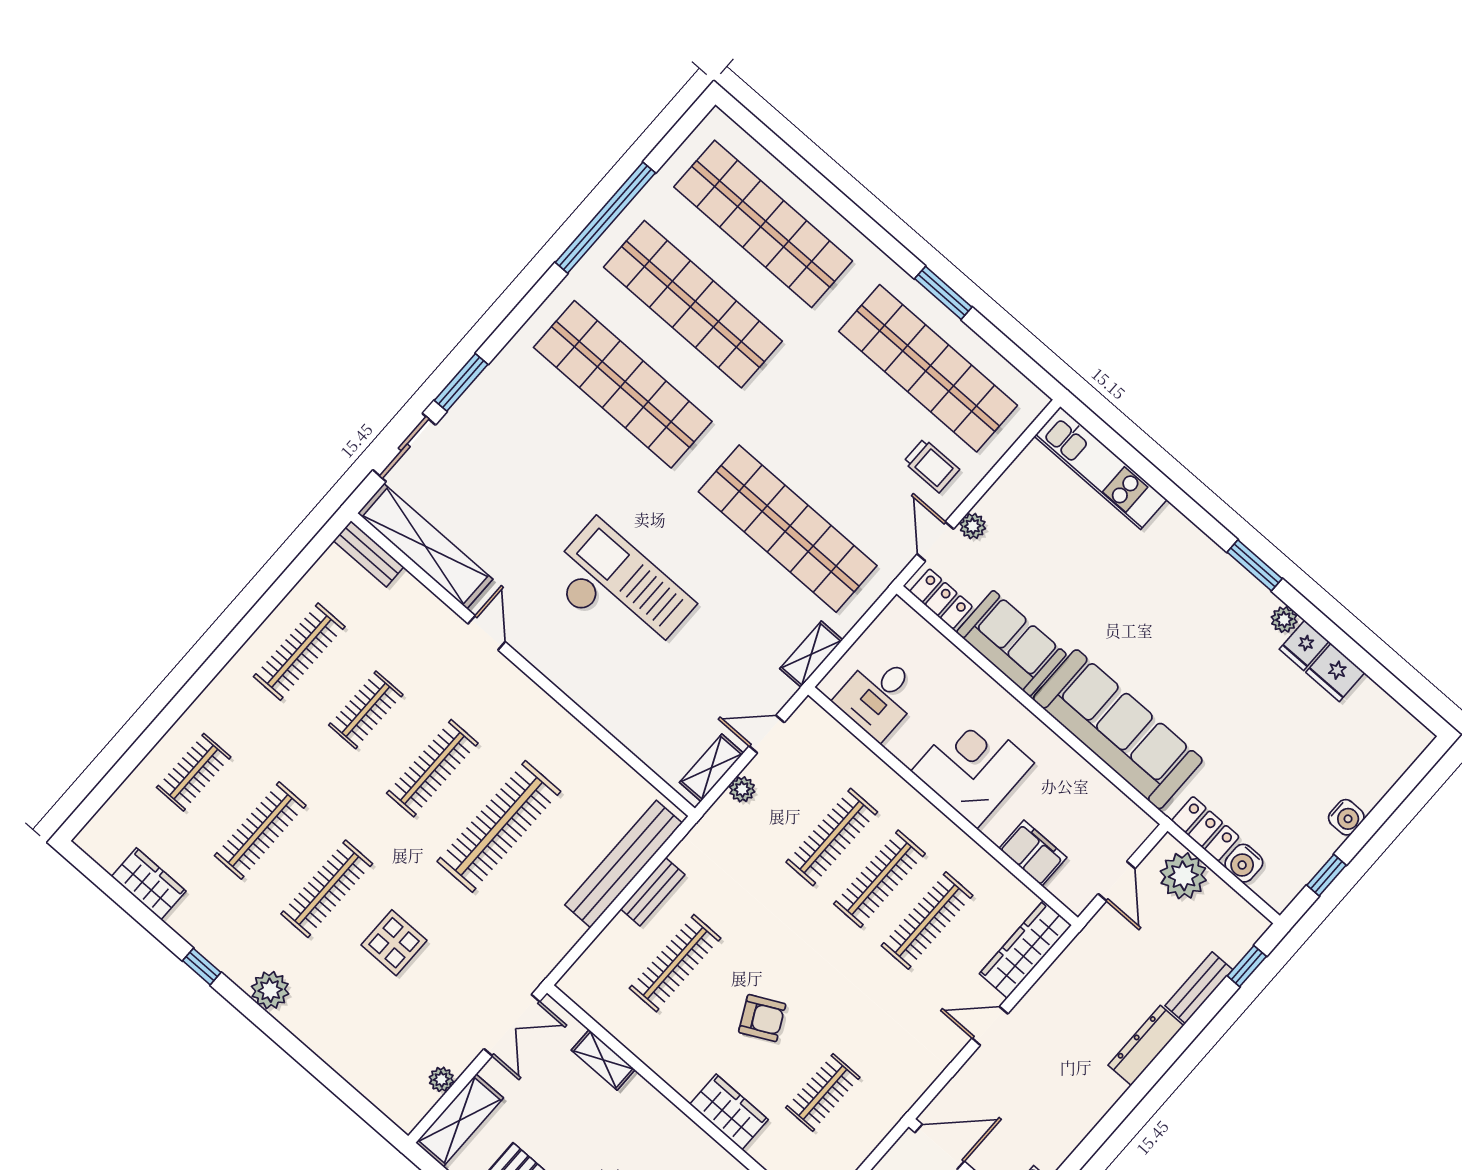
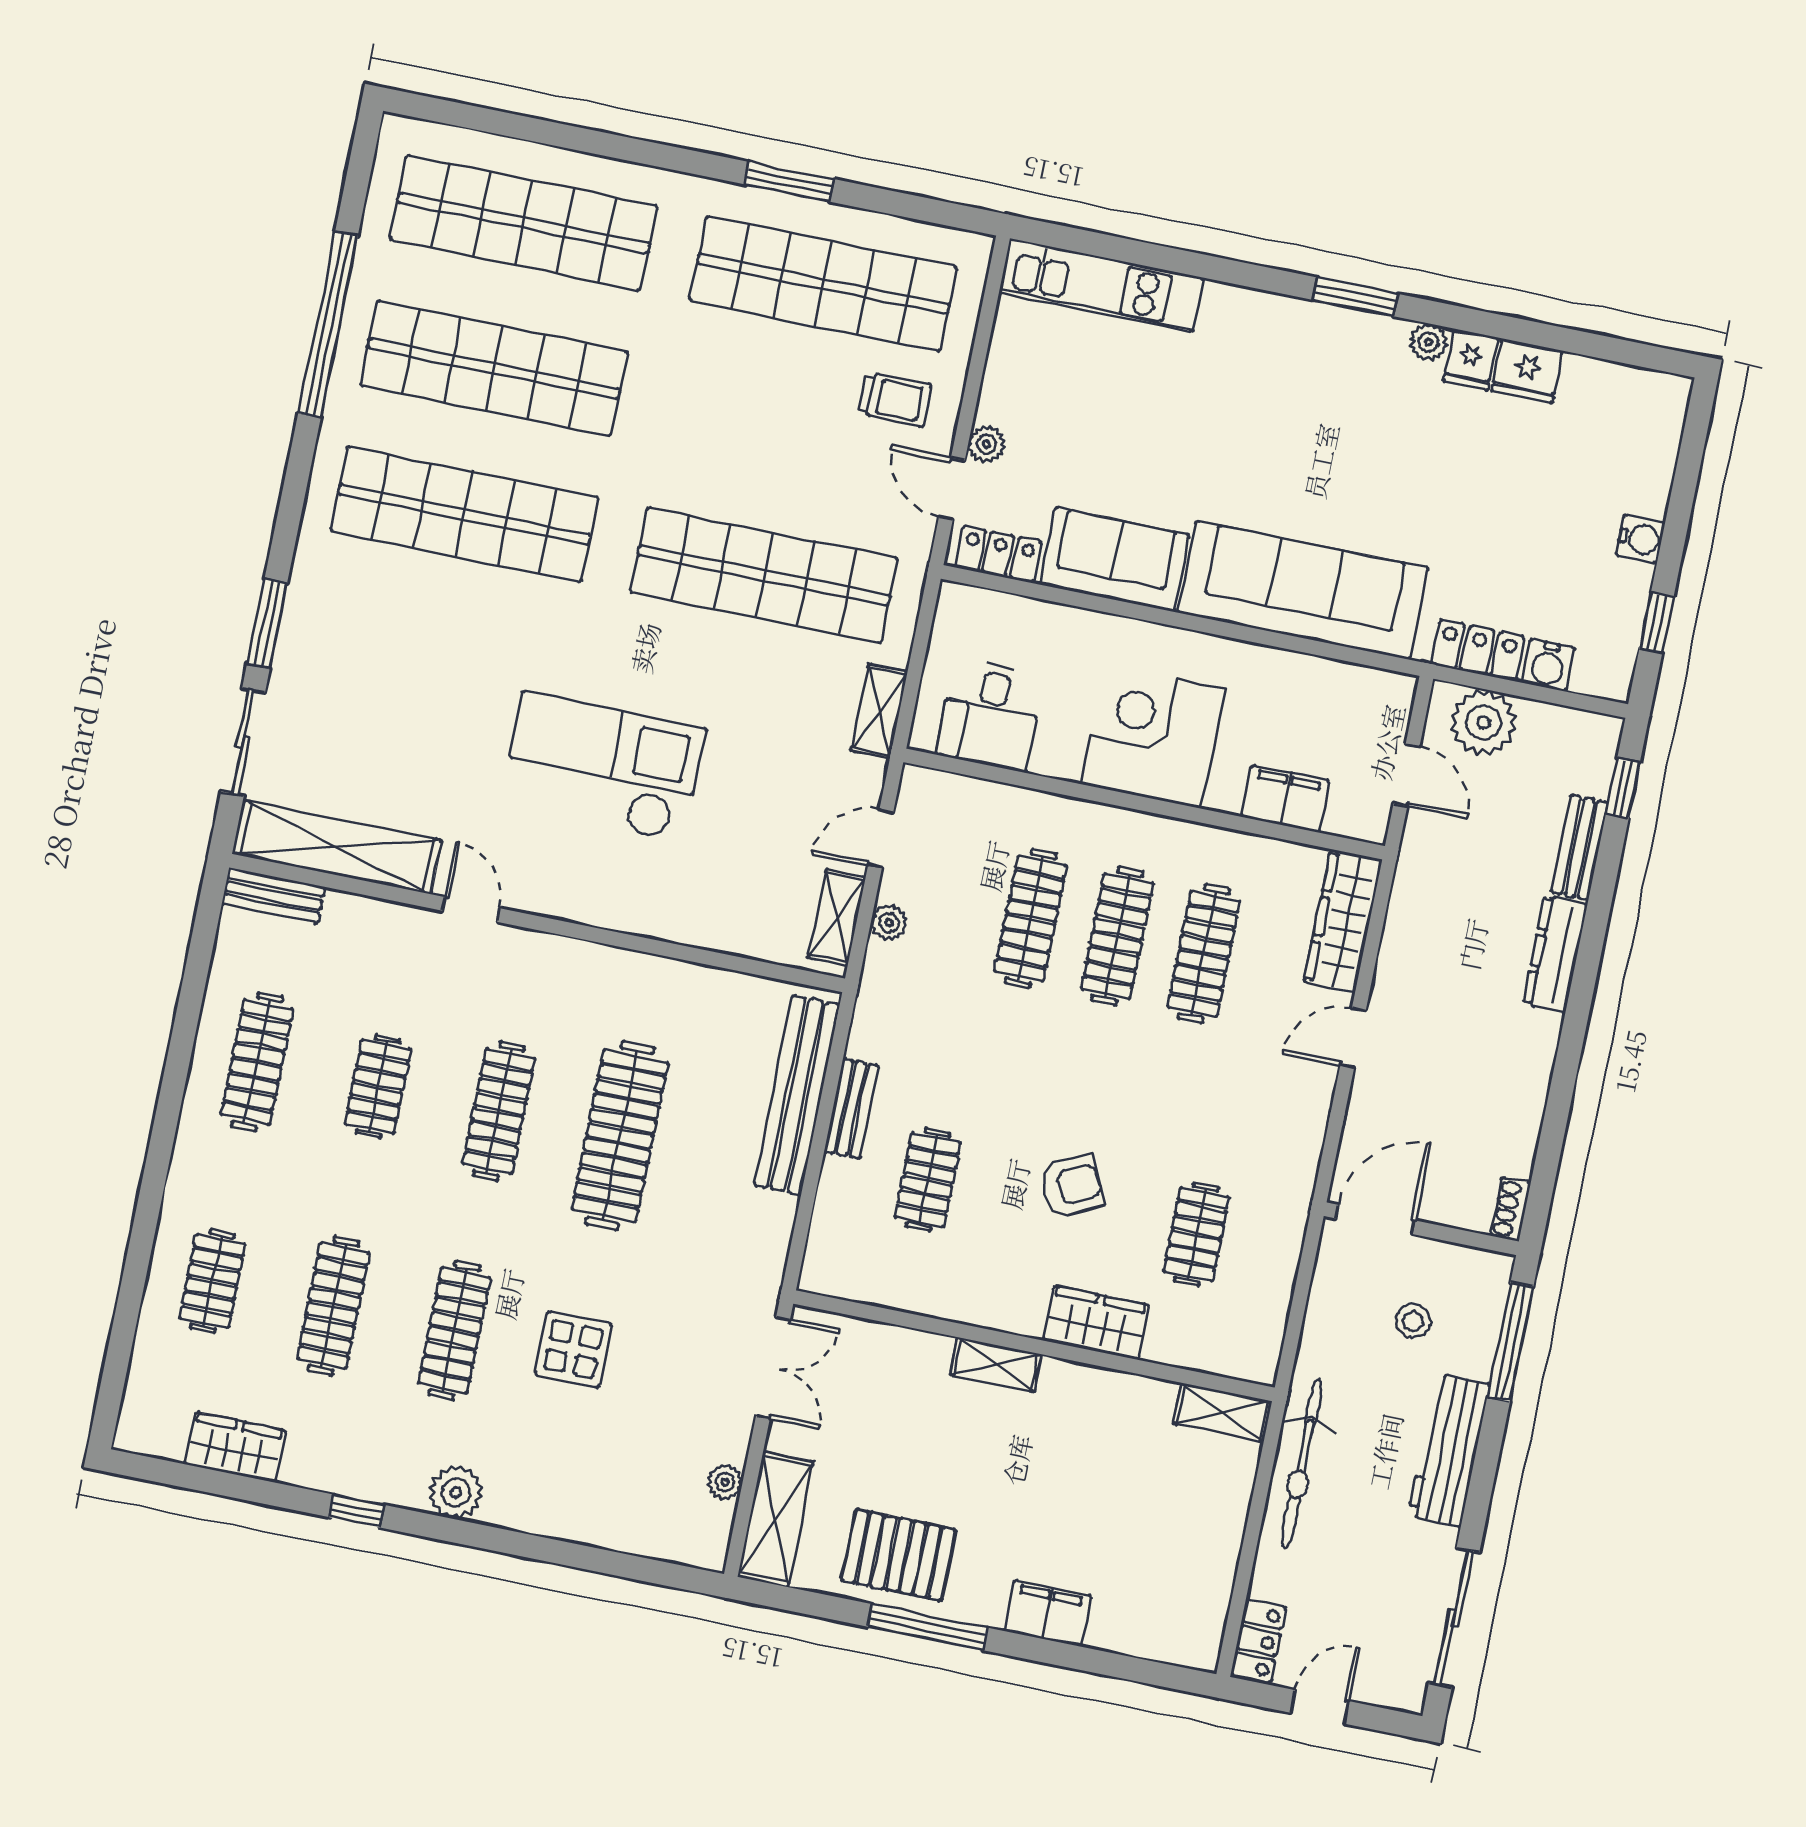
clothes rail: (675, 963) -> (928, 1180), width x0.73
shelving: (603, 1060) -> (996, 1365), moved

